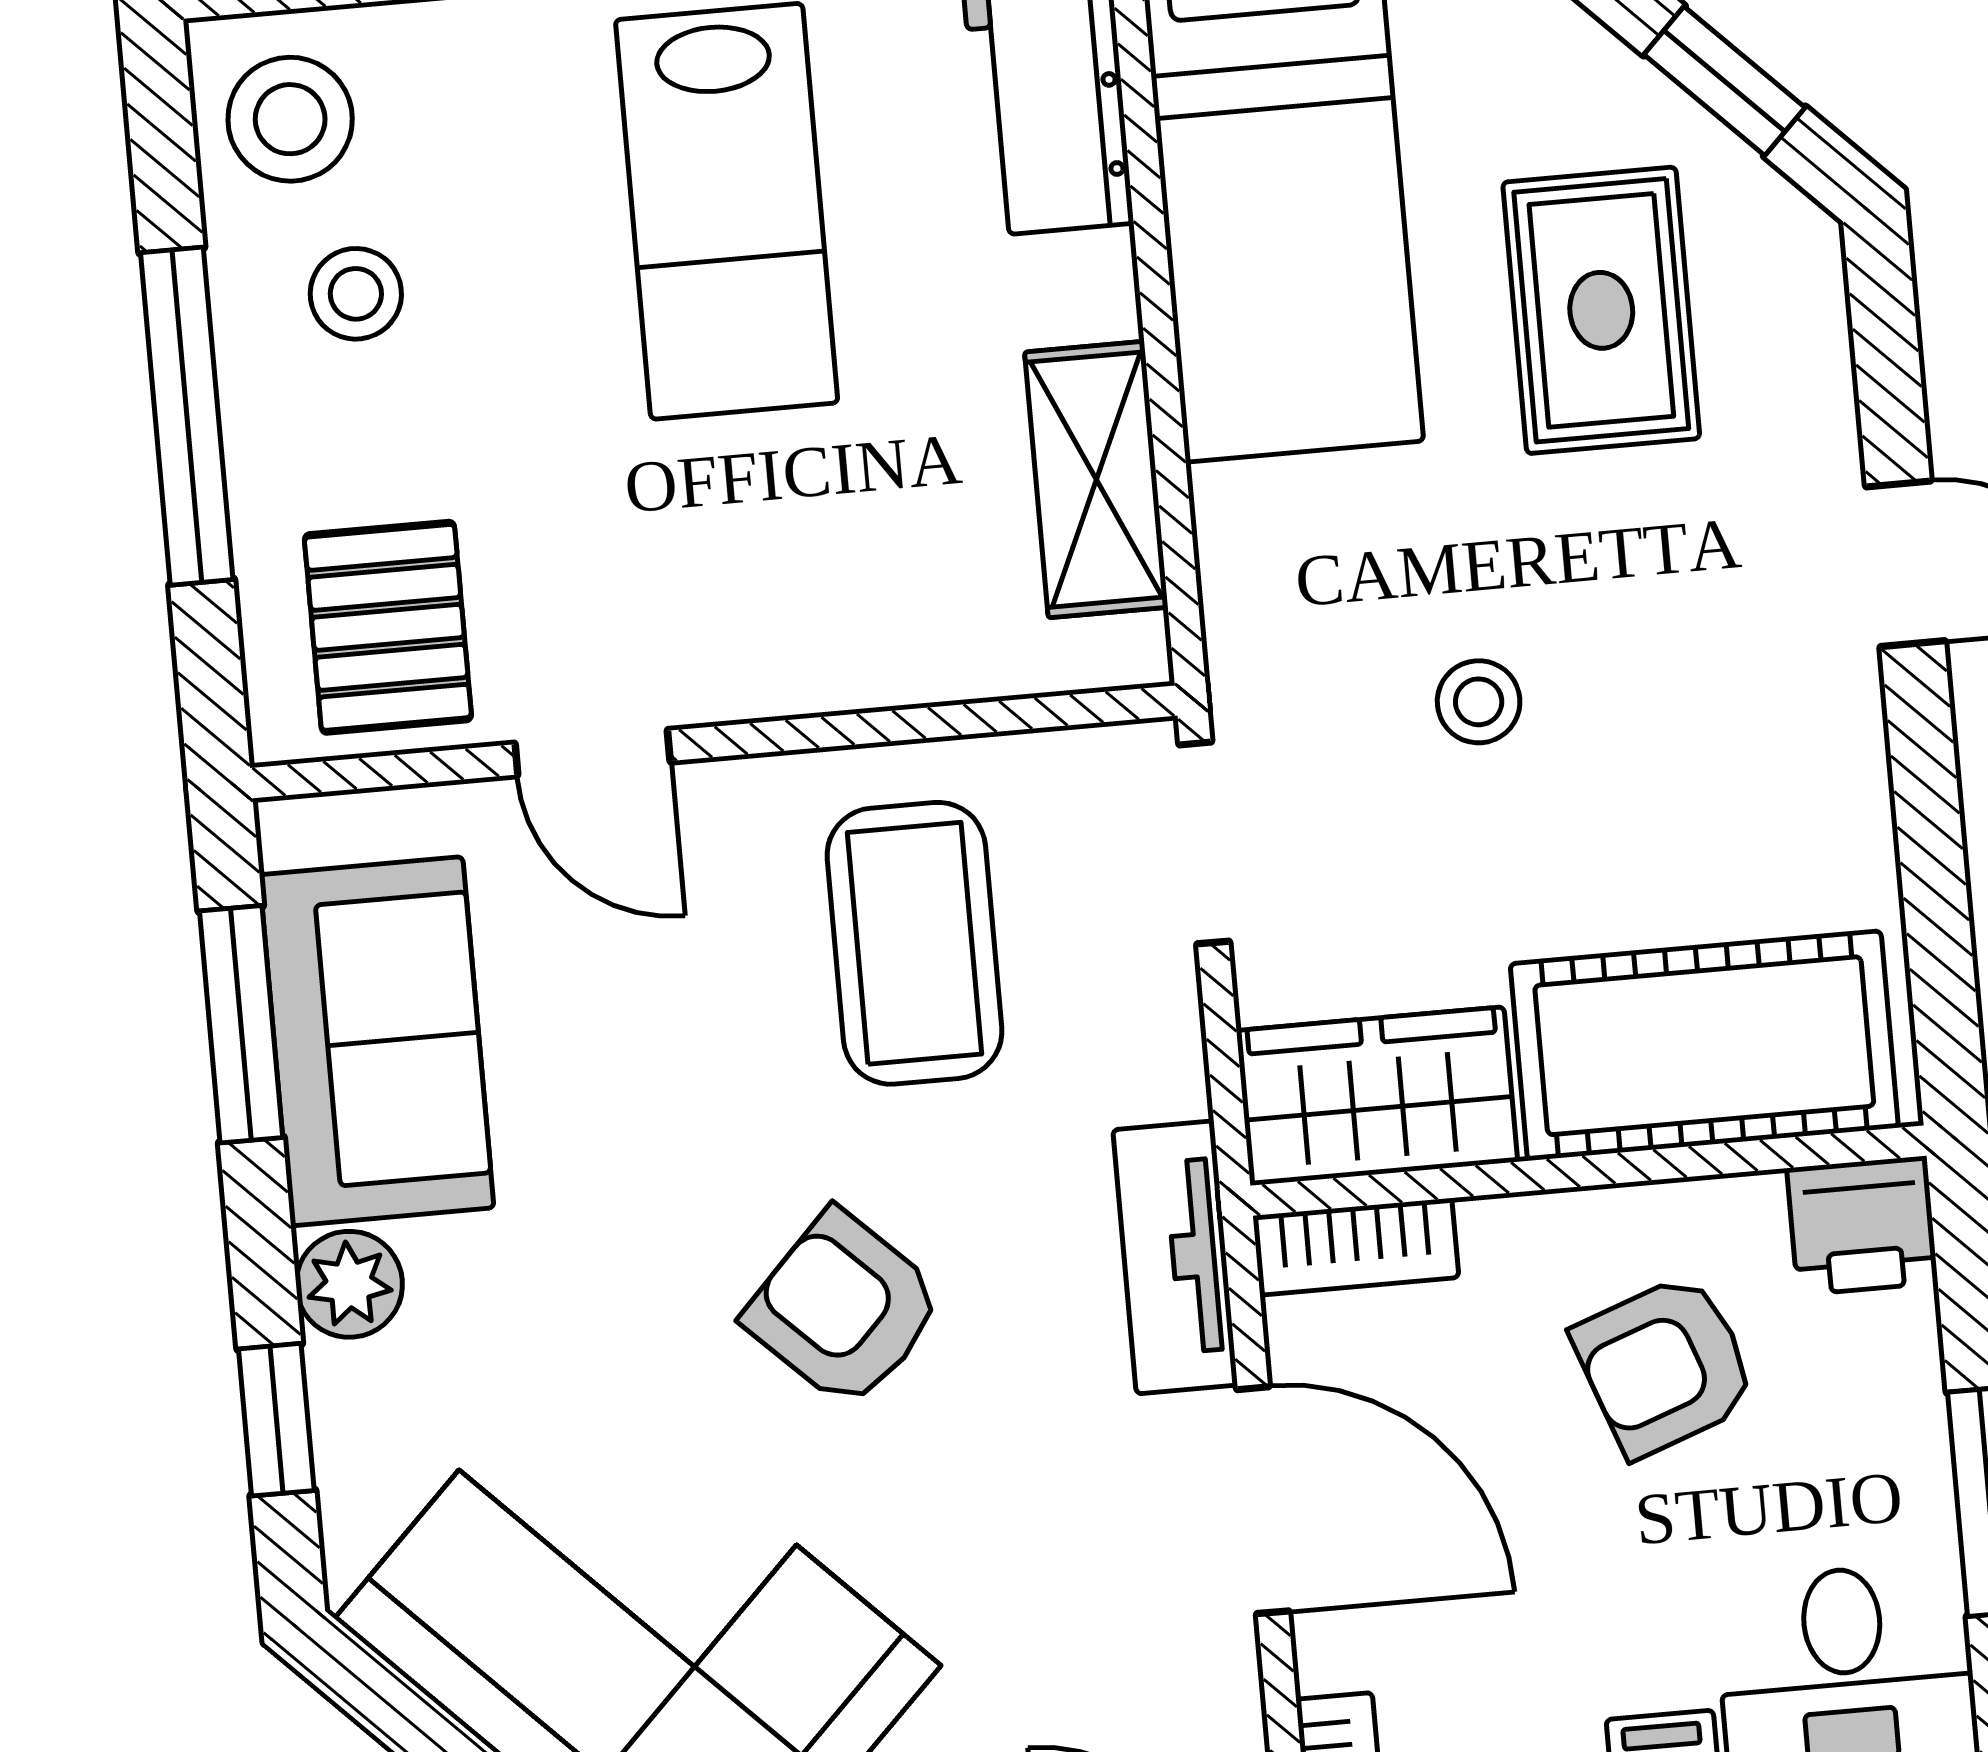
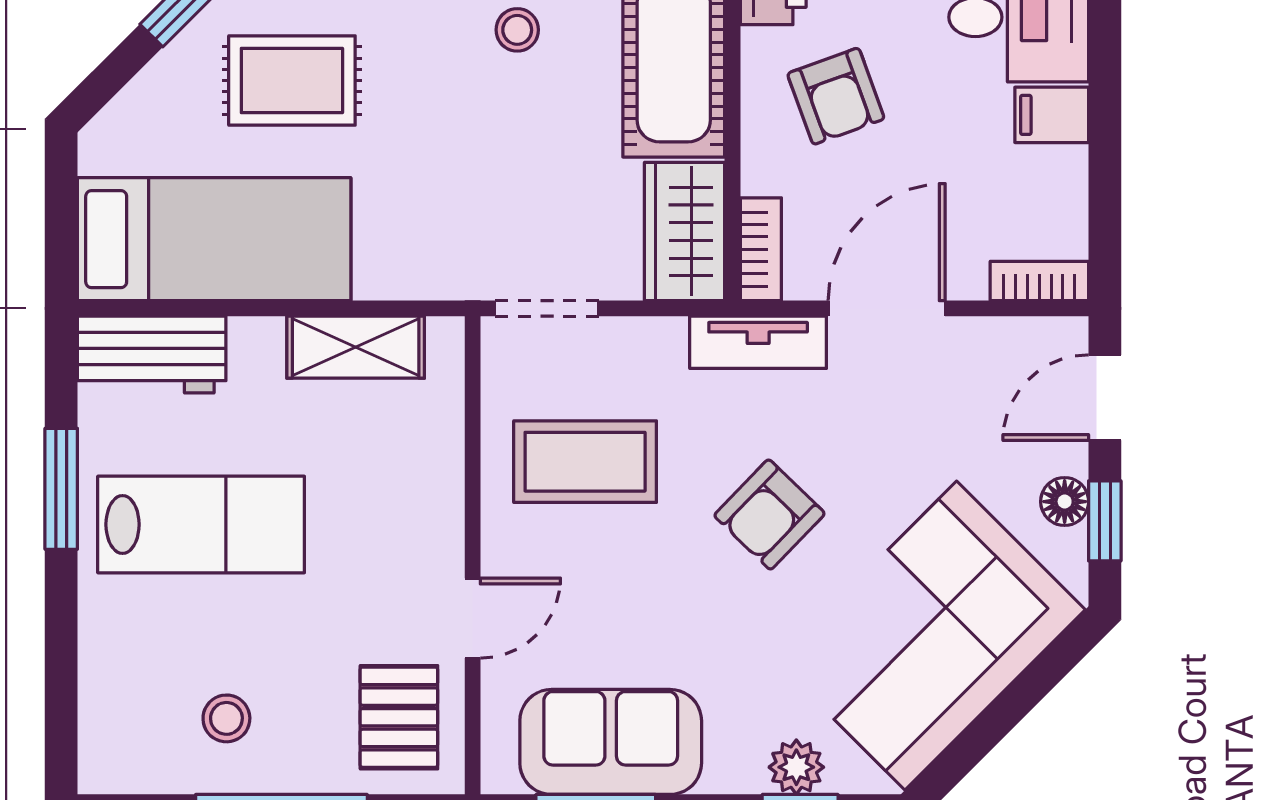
stool: (290, 119) -> (134, 744), removed
pallet: (388, 627) -> (399, 717), turned 90
stool: (1479, 702) -> (517, 30), moved
plant: (349, 1284) -> (796, 767), moved

